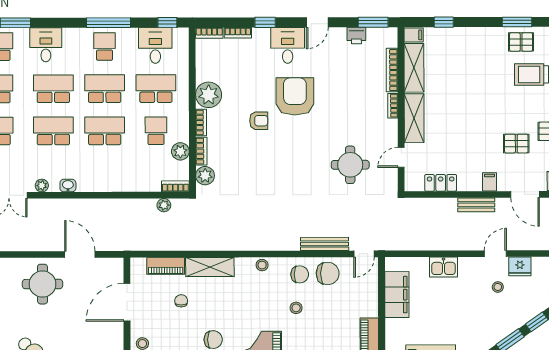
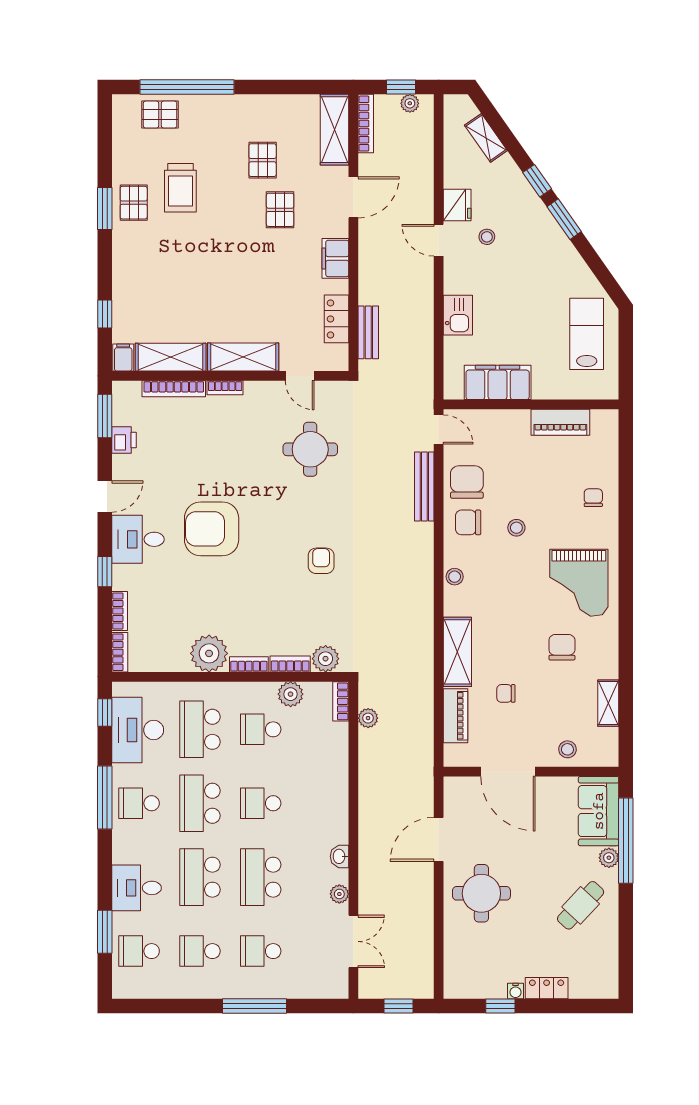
door: (317, 22) -> (105, 497), hinge flipped
desk: (155, 45) -> (138, 730), width x1.37
armchair: (259, 121) -> (321, 561), moved
school desk: (105, 131) -> (261, 803), width x0.54
filing cabinet: (490, 182) -> (335, 258), width x2.00
bench: (476, 205) -> (368, 332), moved
chair: (300, 274) -> (468, 522), turned -90

